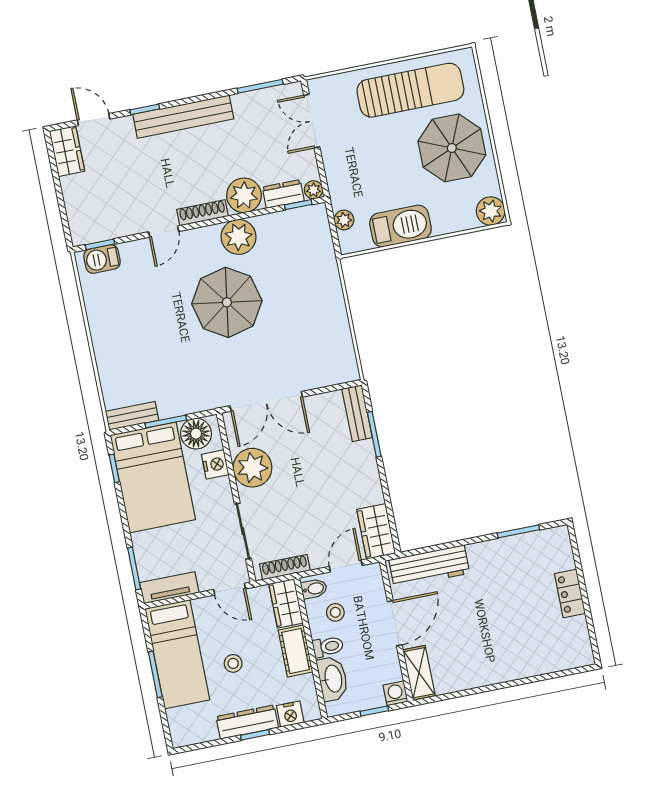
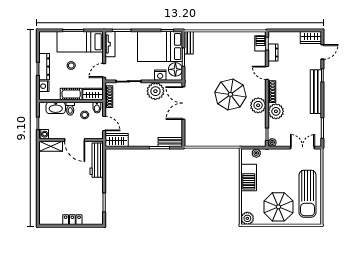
dresser: (283, 194) -> (273, 53), moved

